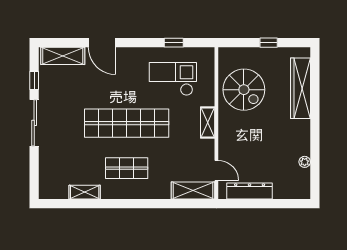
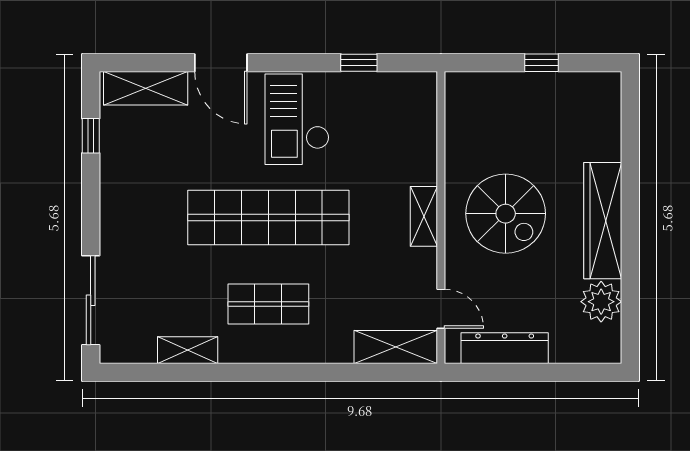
checkout: (173, 79) -> (297, 119), moved, turned -90
wardrobe: (301, 88) -> (603, 221), moved
spiral stairs: (244, 90) -> (506, 214), moved
sliding door: (34, 123) -> (91, 300), moved
plant: (305, 162) -> (601, 302), width x1.88, depth x1.88

